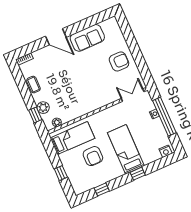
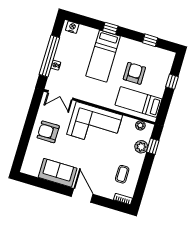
coffee table: (33, 85) -> (122, 174), moved
corner sofa: (90, 95) -> (95, 125), added

